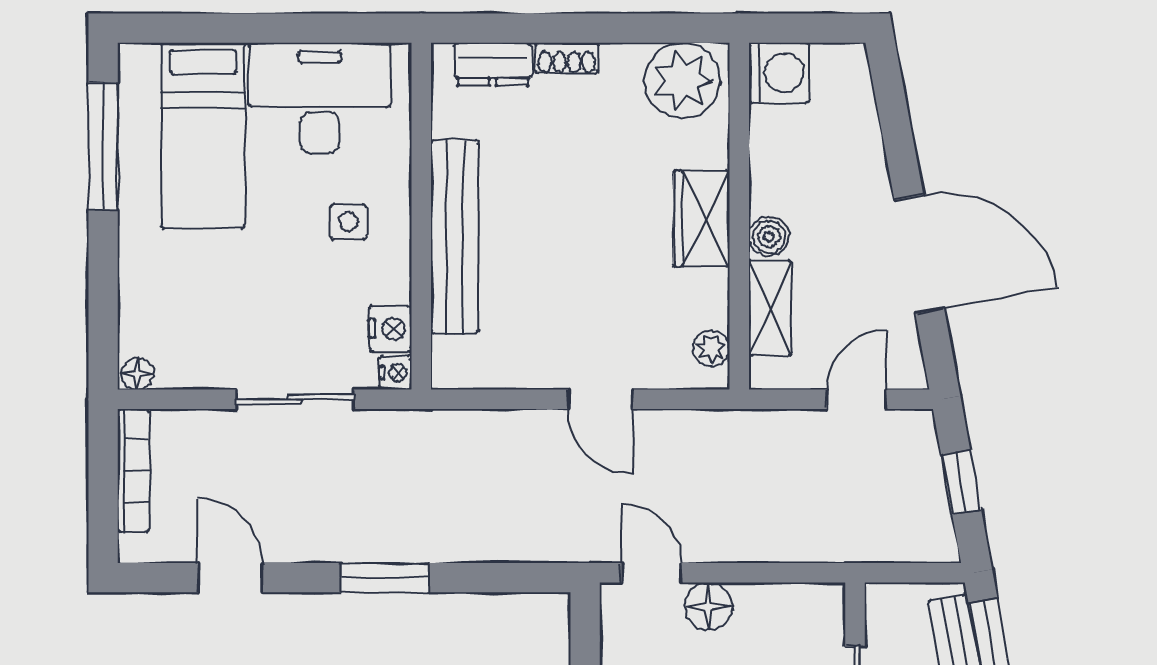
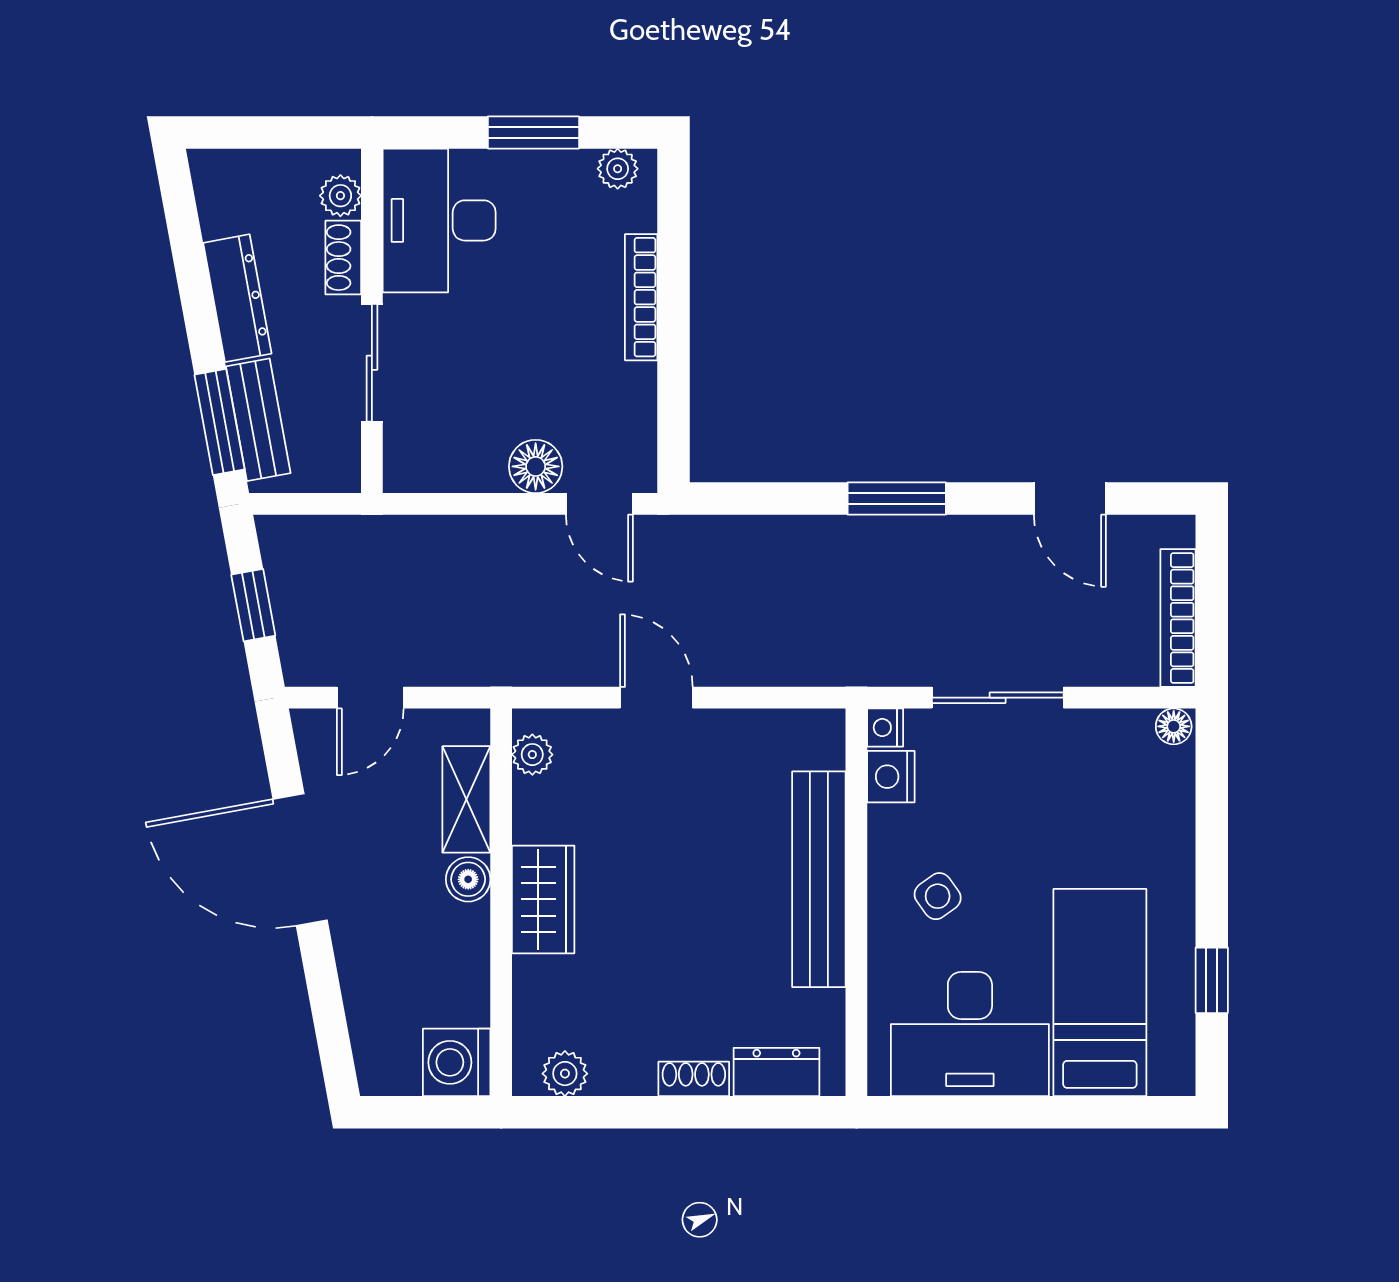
plant: (682, 81) -> (565, 1074), width x0.53, depth x0.53
window: (103, 146) -> (1212, 980), width x0.46
side table: (349, 222) -> (938, 896), turned -36

